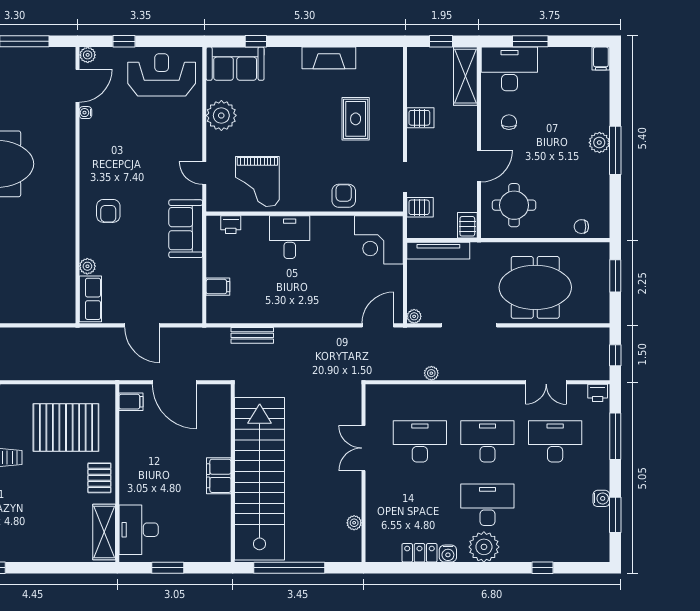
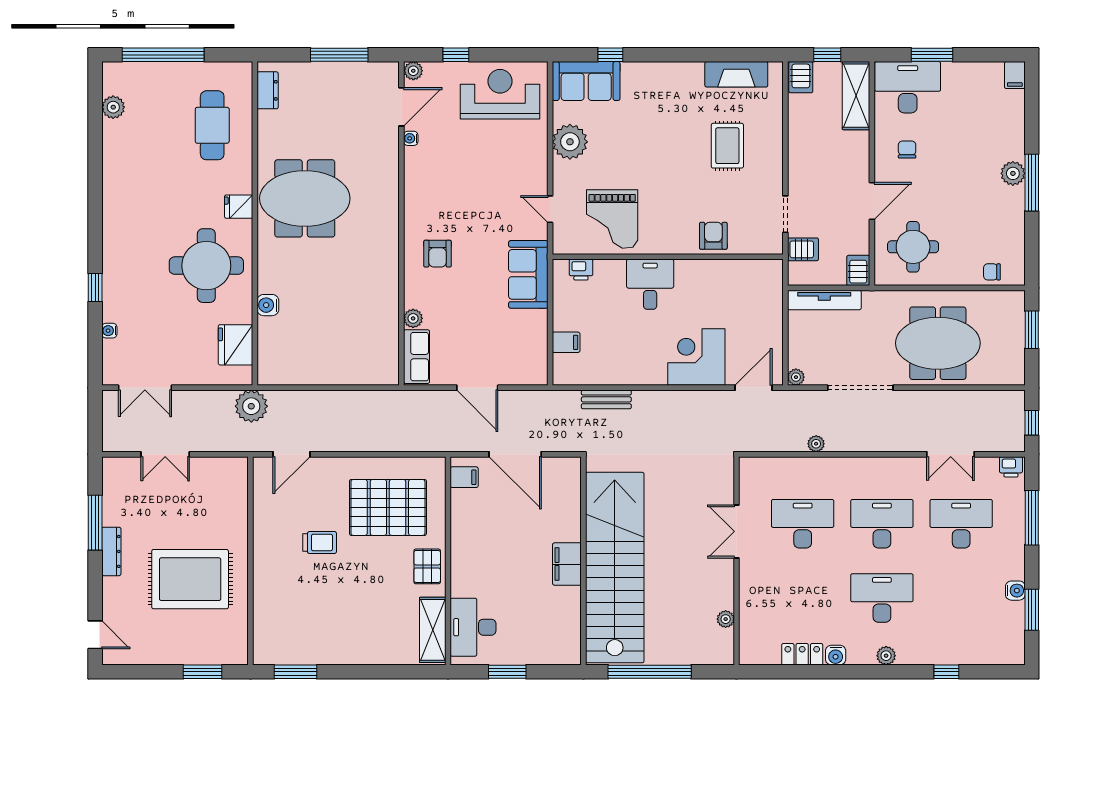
fireplace: (329, 58) -> (736, 74), moved
server rack: (420, 118) -> (801, 77), moved, turned 90
corner desk: (379, 240) -> (696, 357), moved, turned 90
plant: (484, 547) -> (886, 656), width x0.53, depth x0.53

